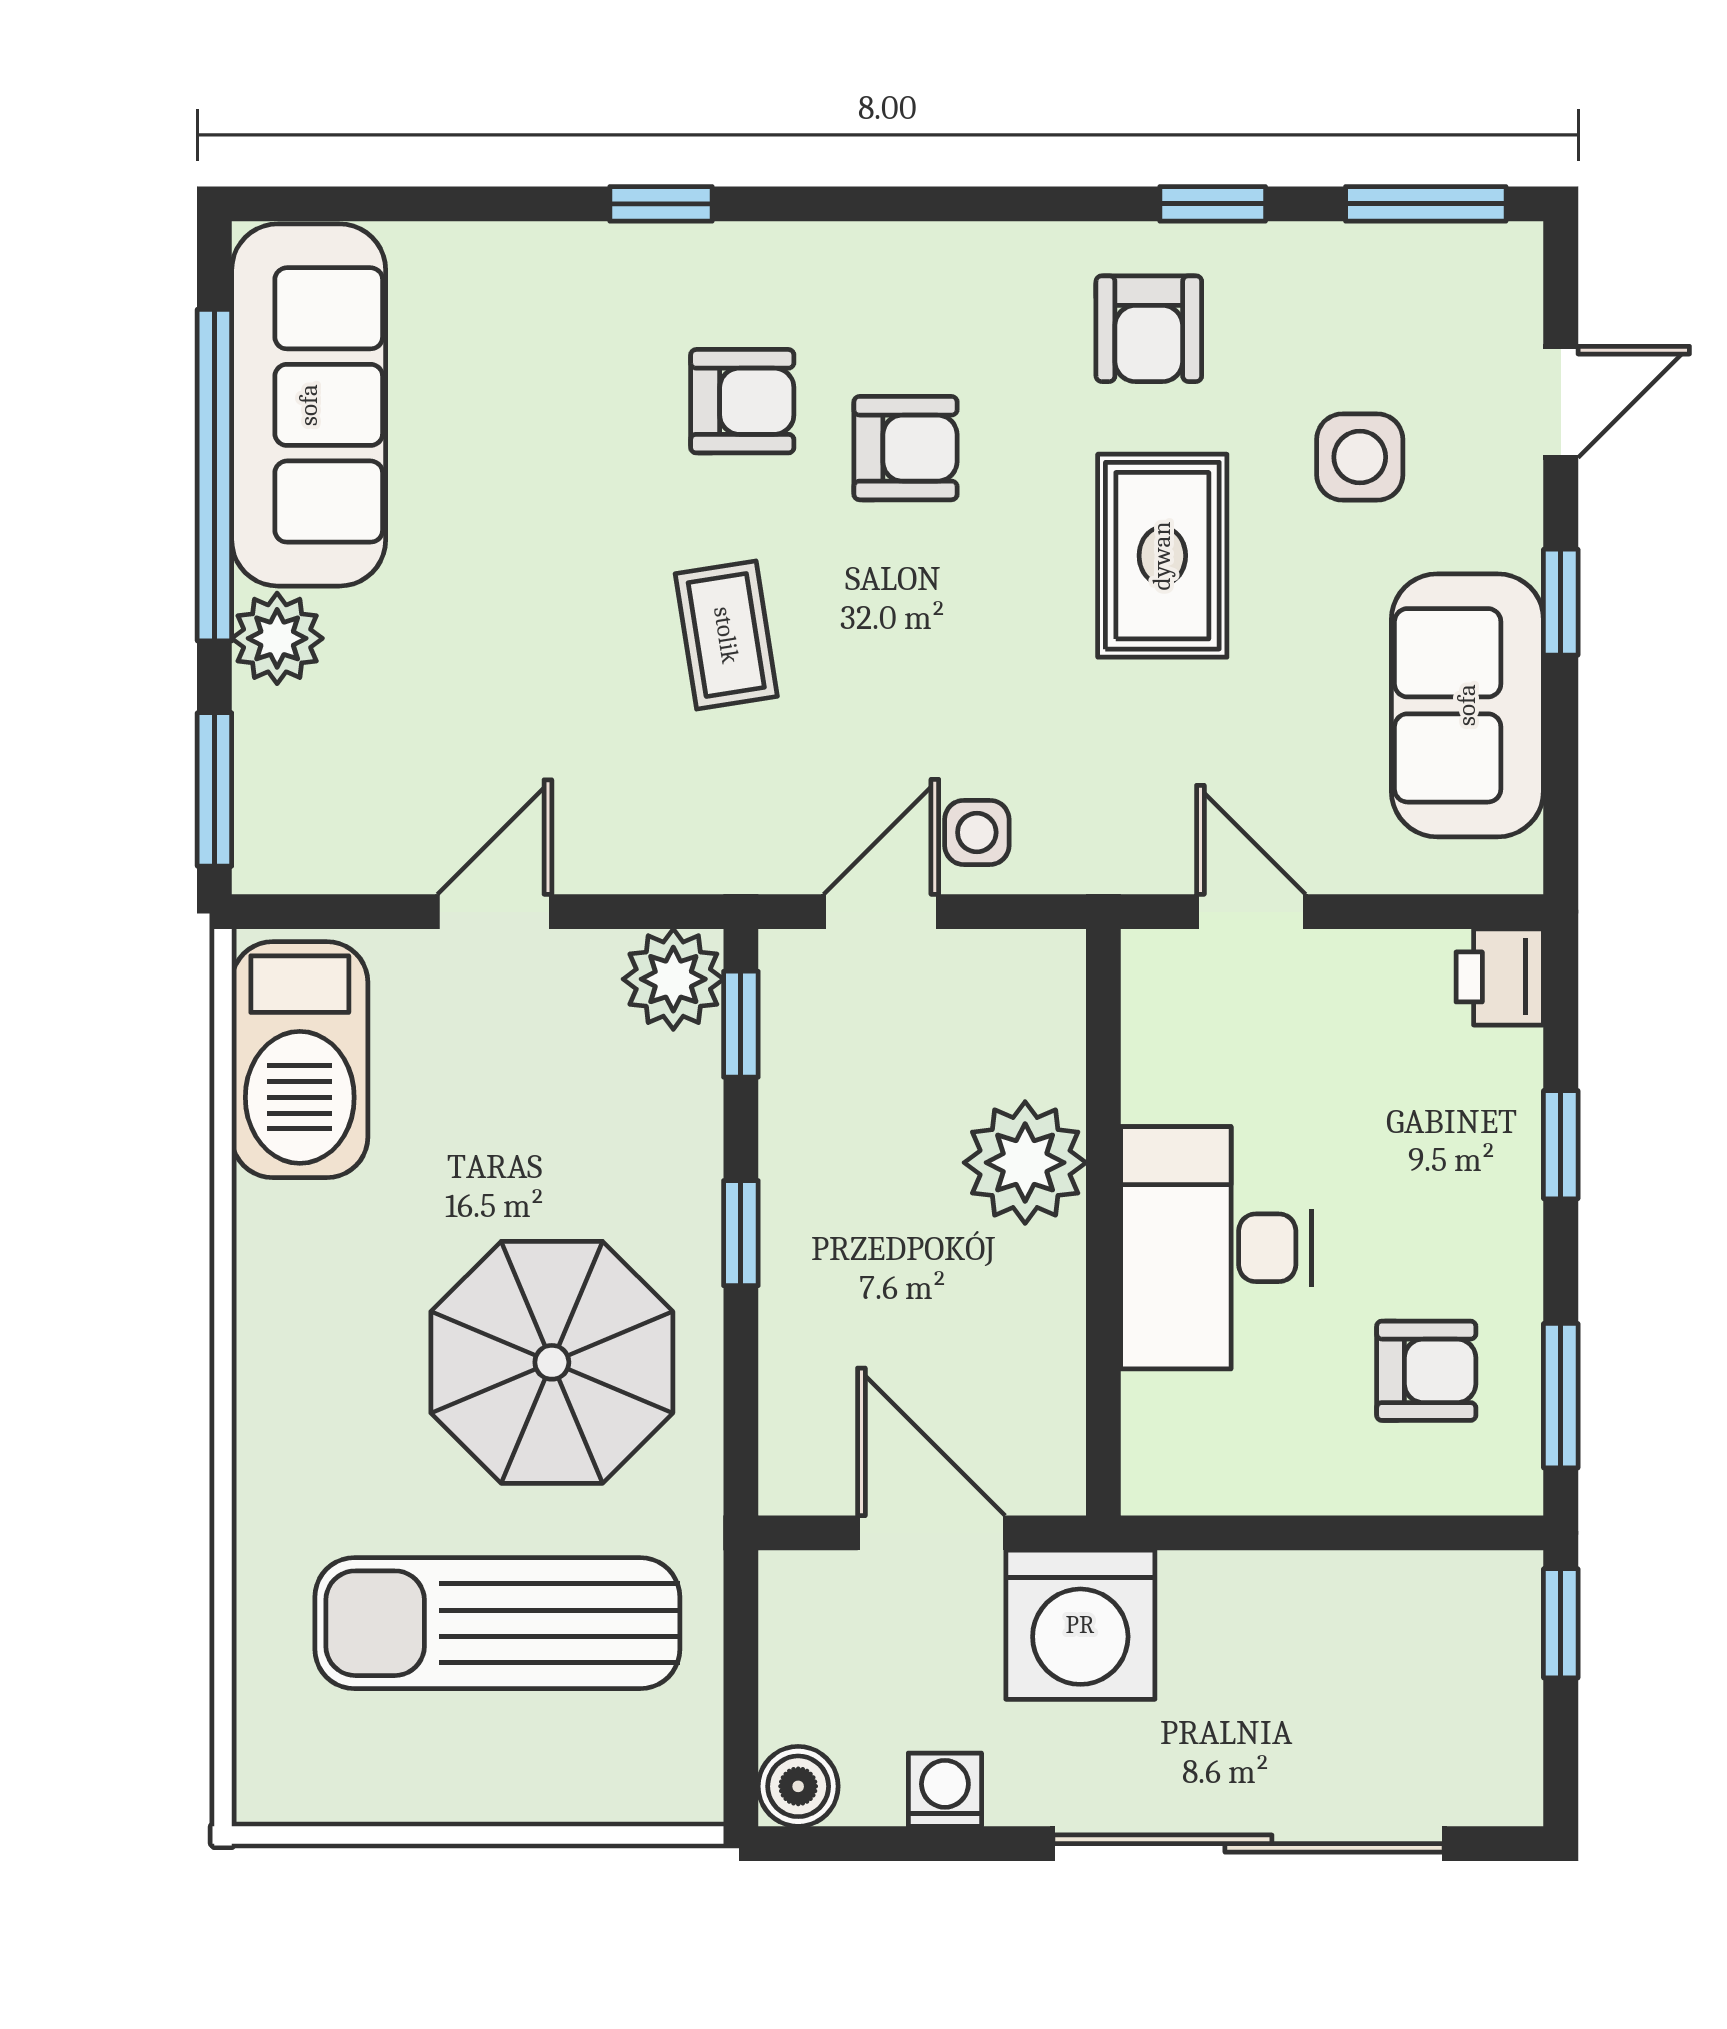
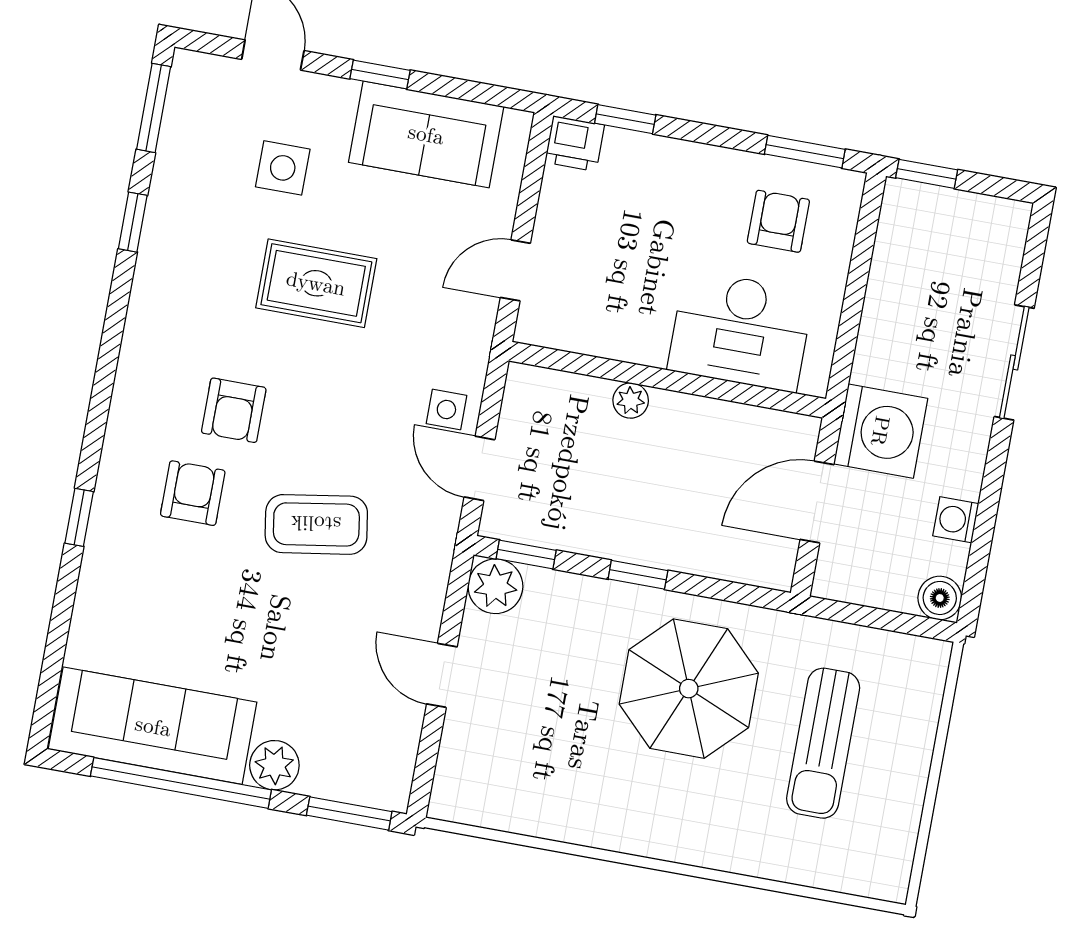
armchair: (1149, 329) -> (193, 268), removed
armchair: (906, 448) -> (234, 410), turned 180
coffee table: (726, 635) -> (316, 524), width x1.36, depth x1.30
barbecue: (300, 1060) -> (502, 794), removed
window: (1561, 1145) -> (625, 119), moved
plant: (1025, 1163) -> (631, 401), width x0.53, depth x0.53
desk: (1216, 1248) -> (741, 331), moved
sun lounger: (497, 1623) -> (823, 743), width x0.73, depth x0.75
sliding door: (1248, 1844) -> (1014, 362), width x0.54

